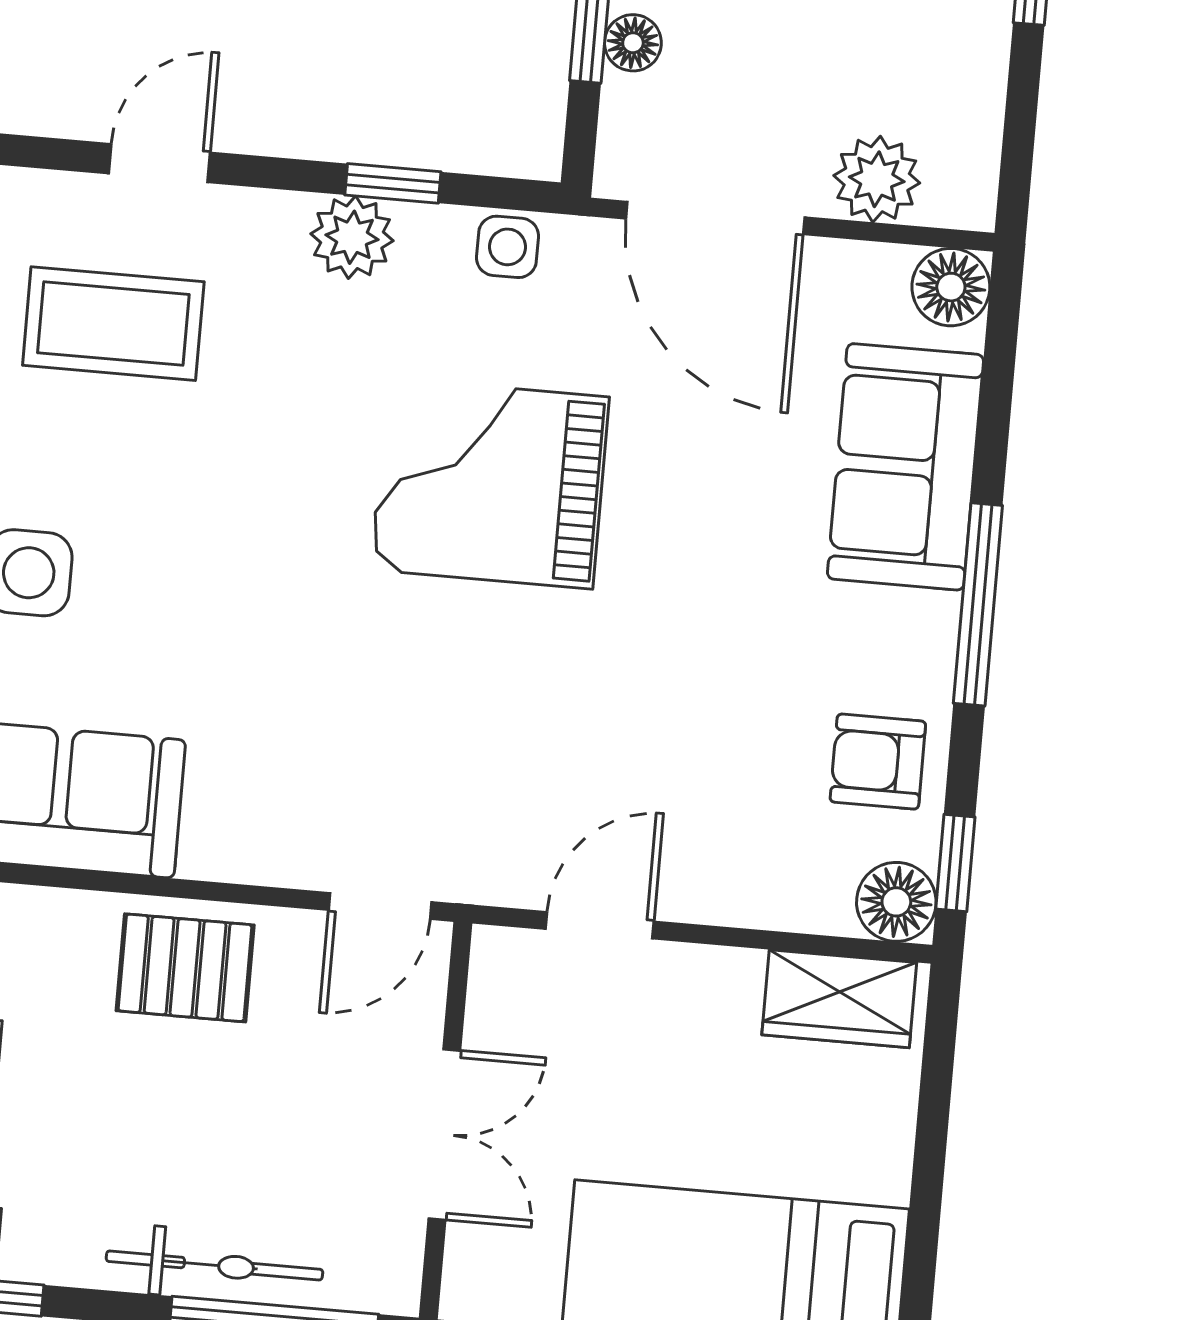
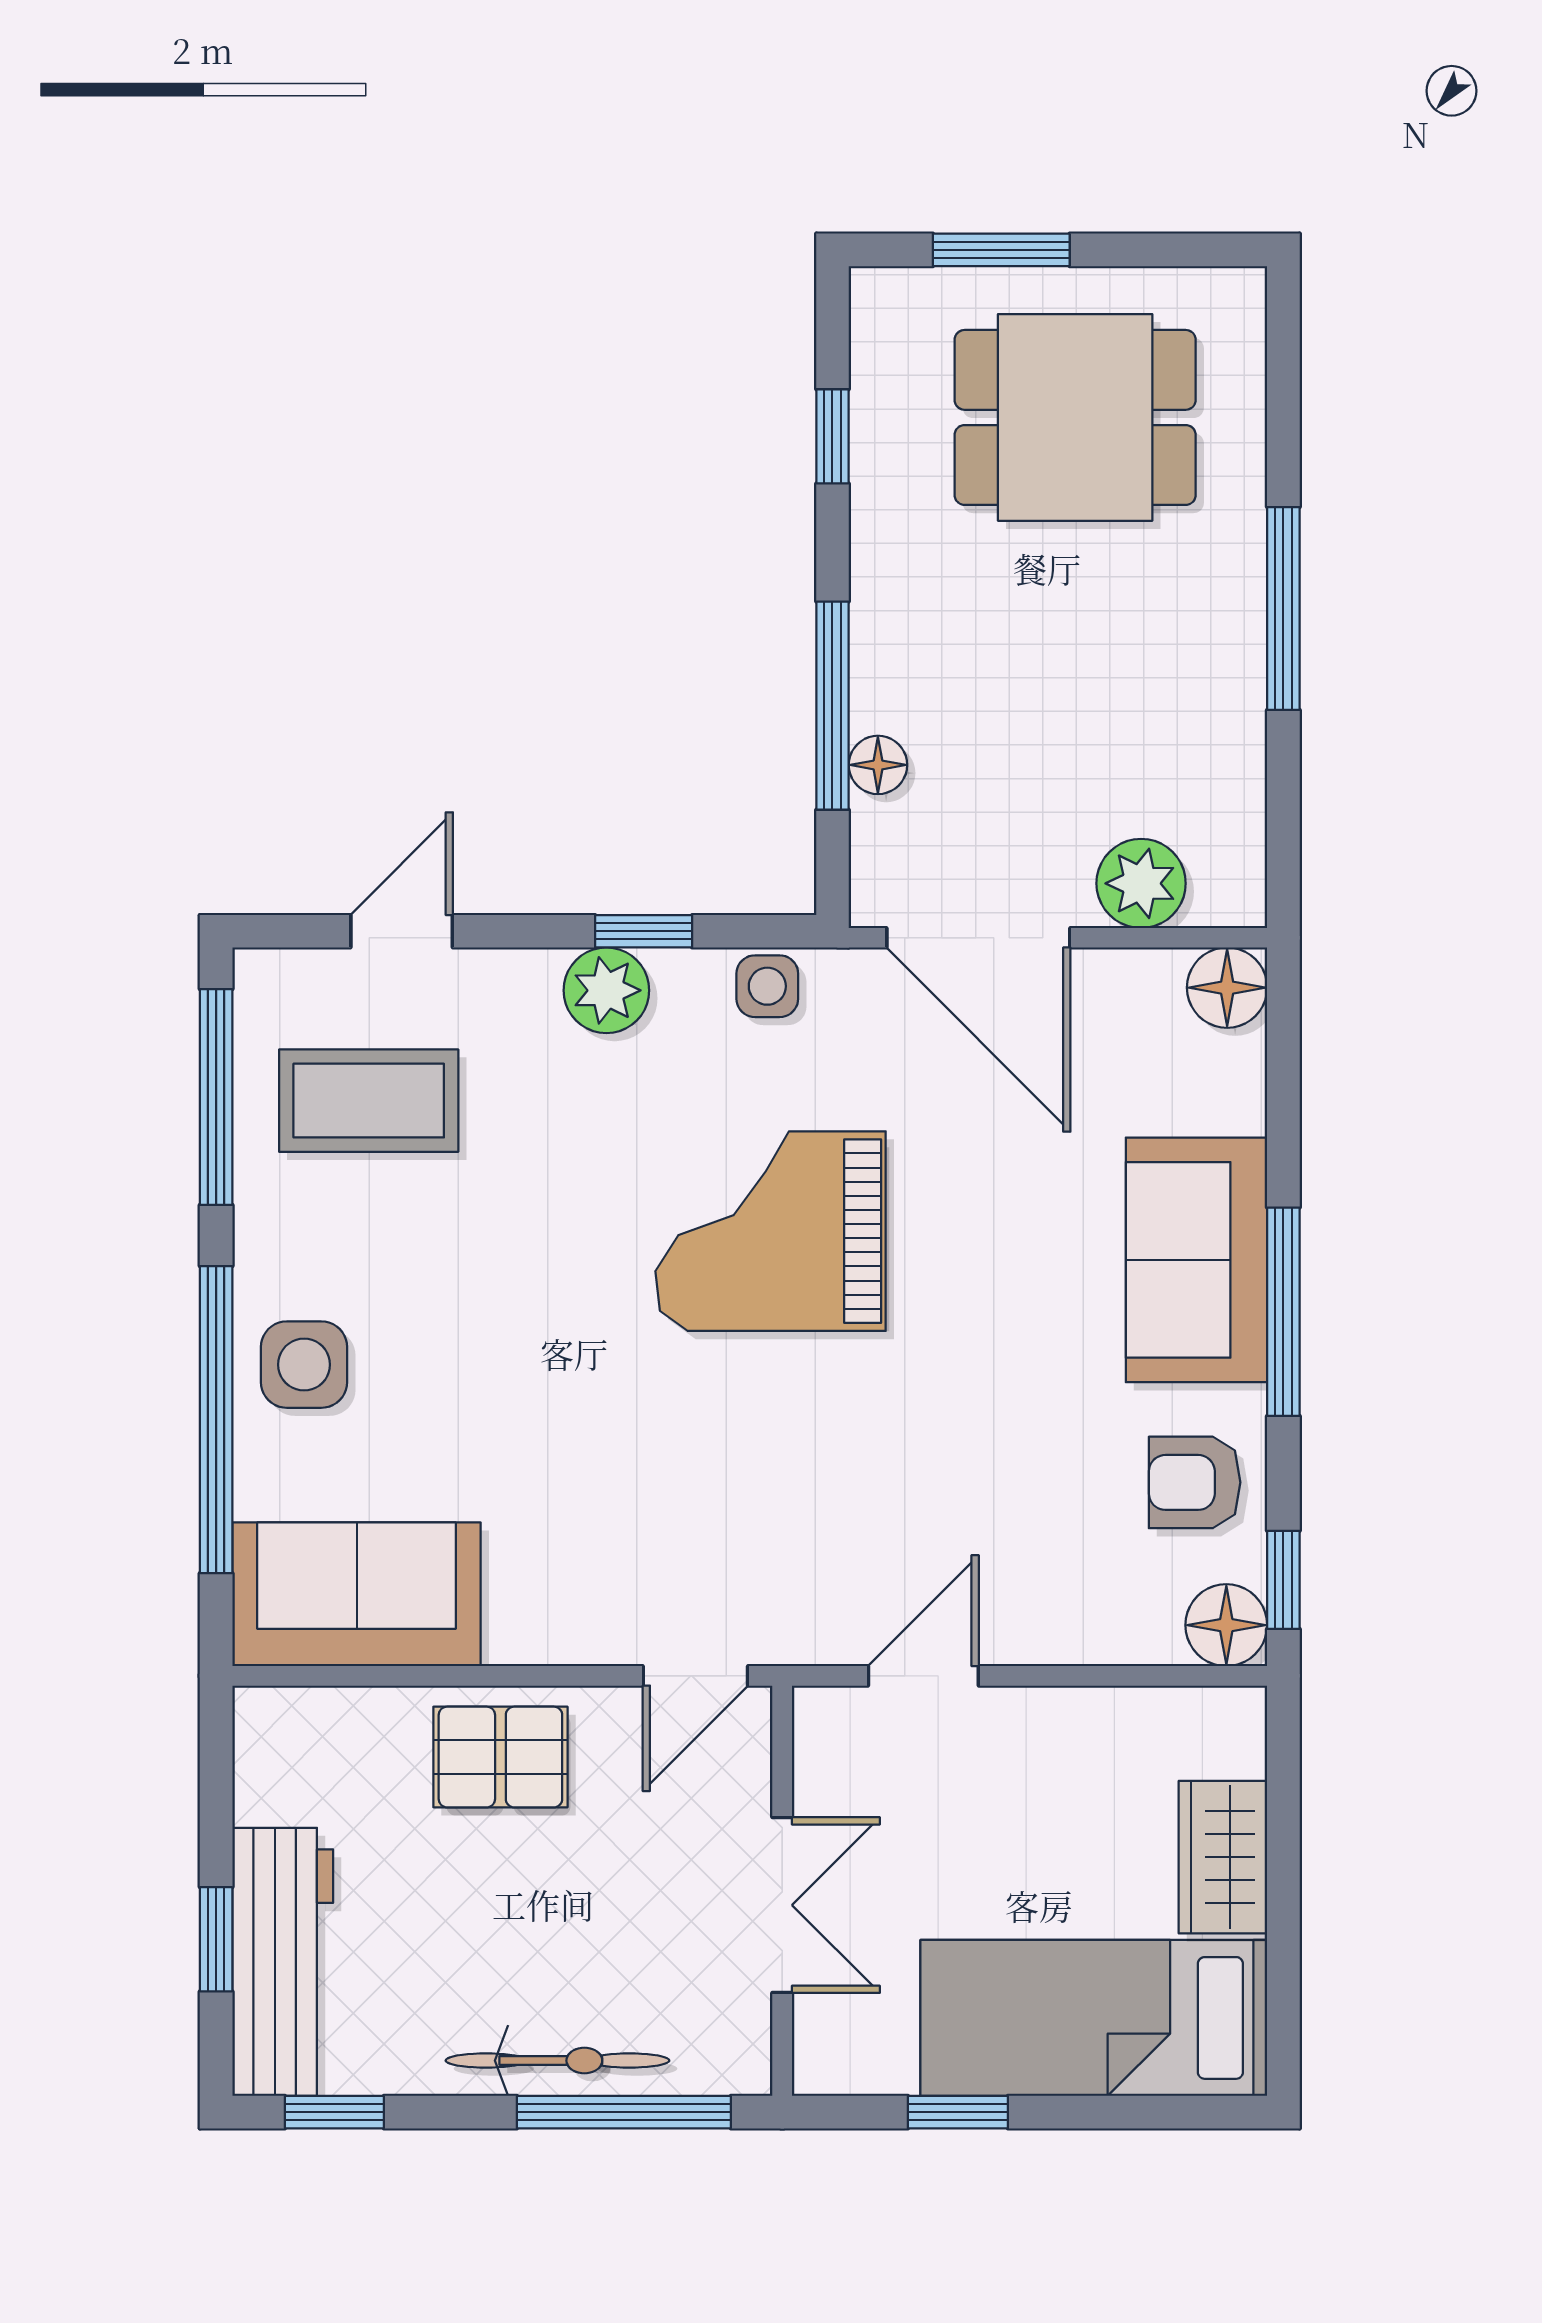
sofa: (905, 467) -> (1197, 1260), moved
wardrobe: (839, 999) -> (1223, 1857), moved, turned 90

